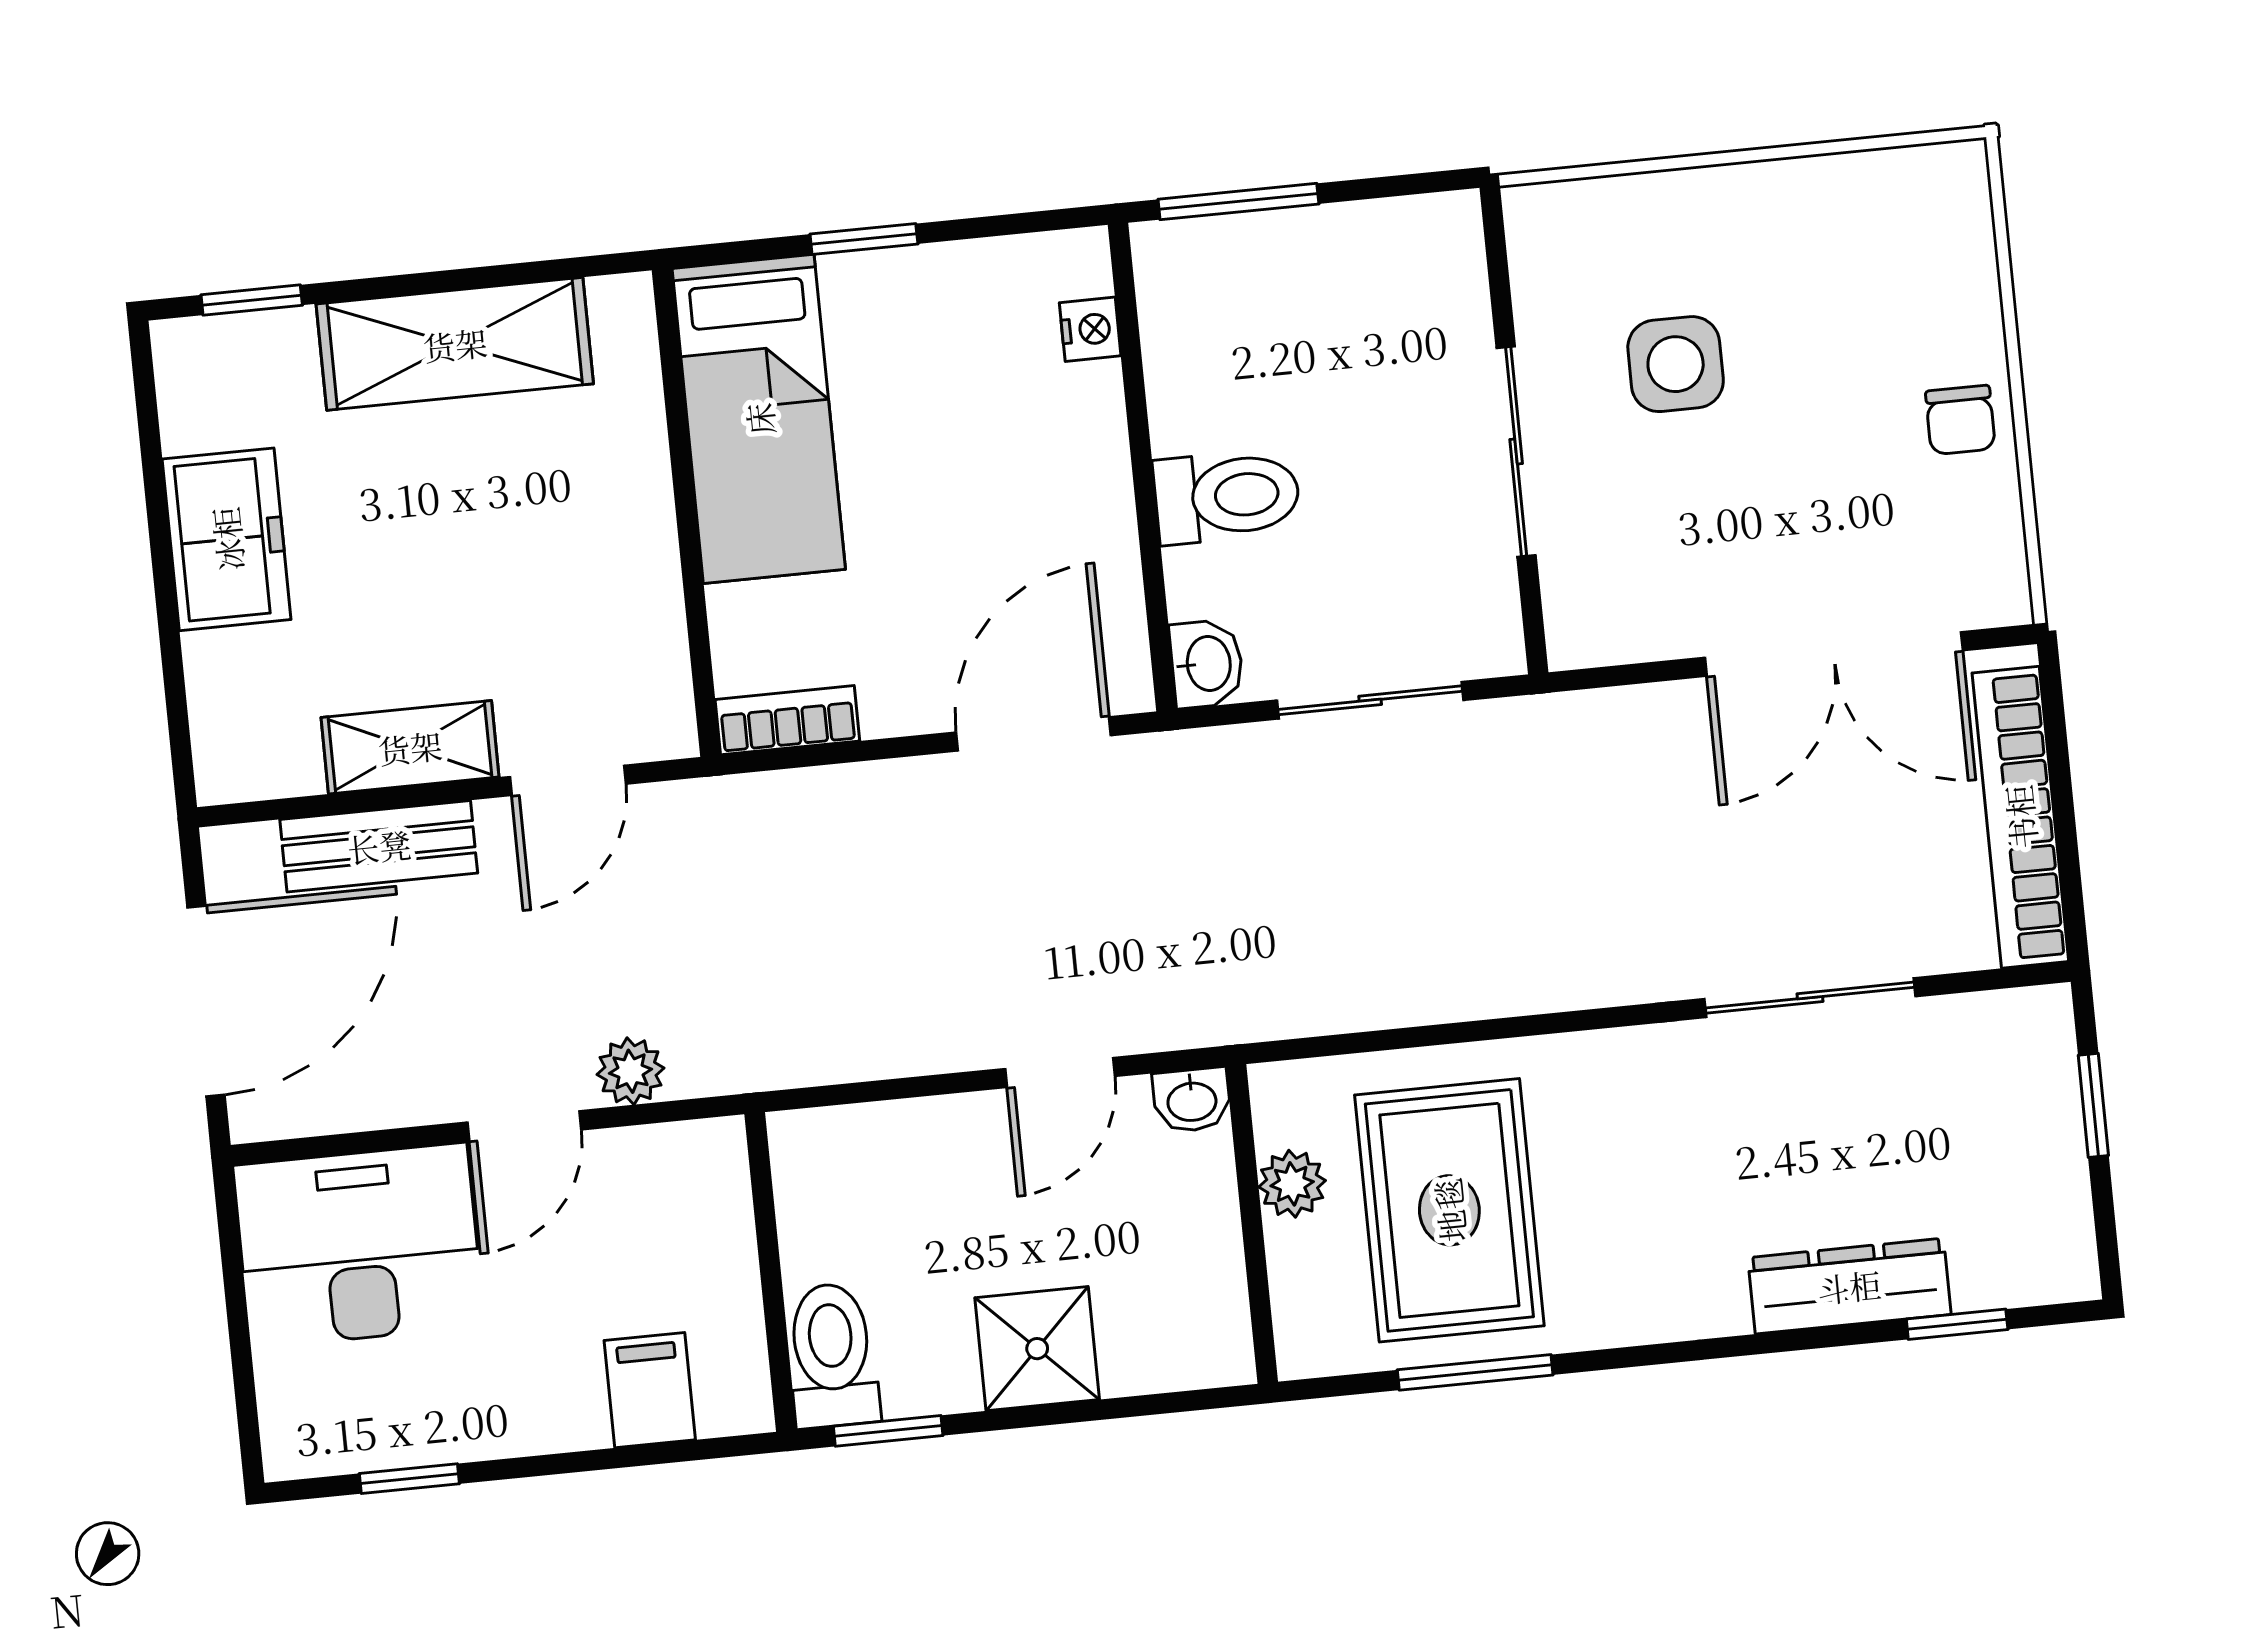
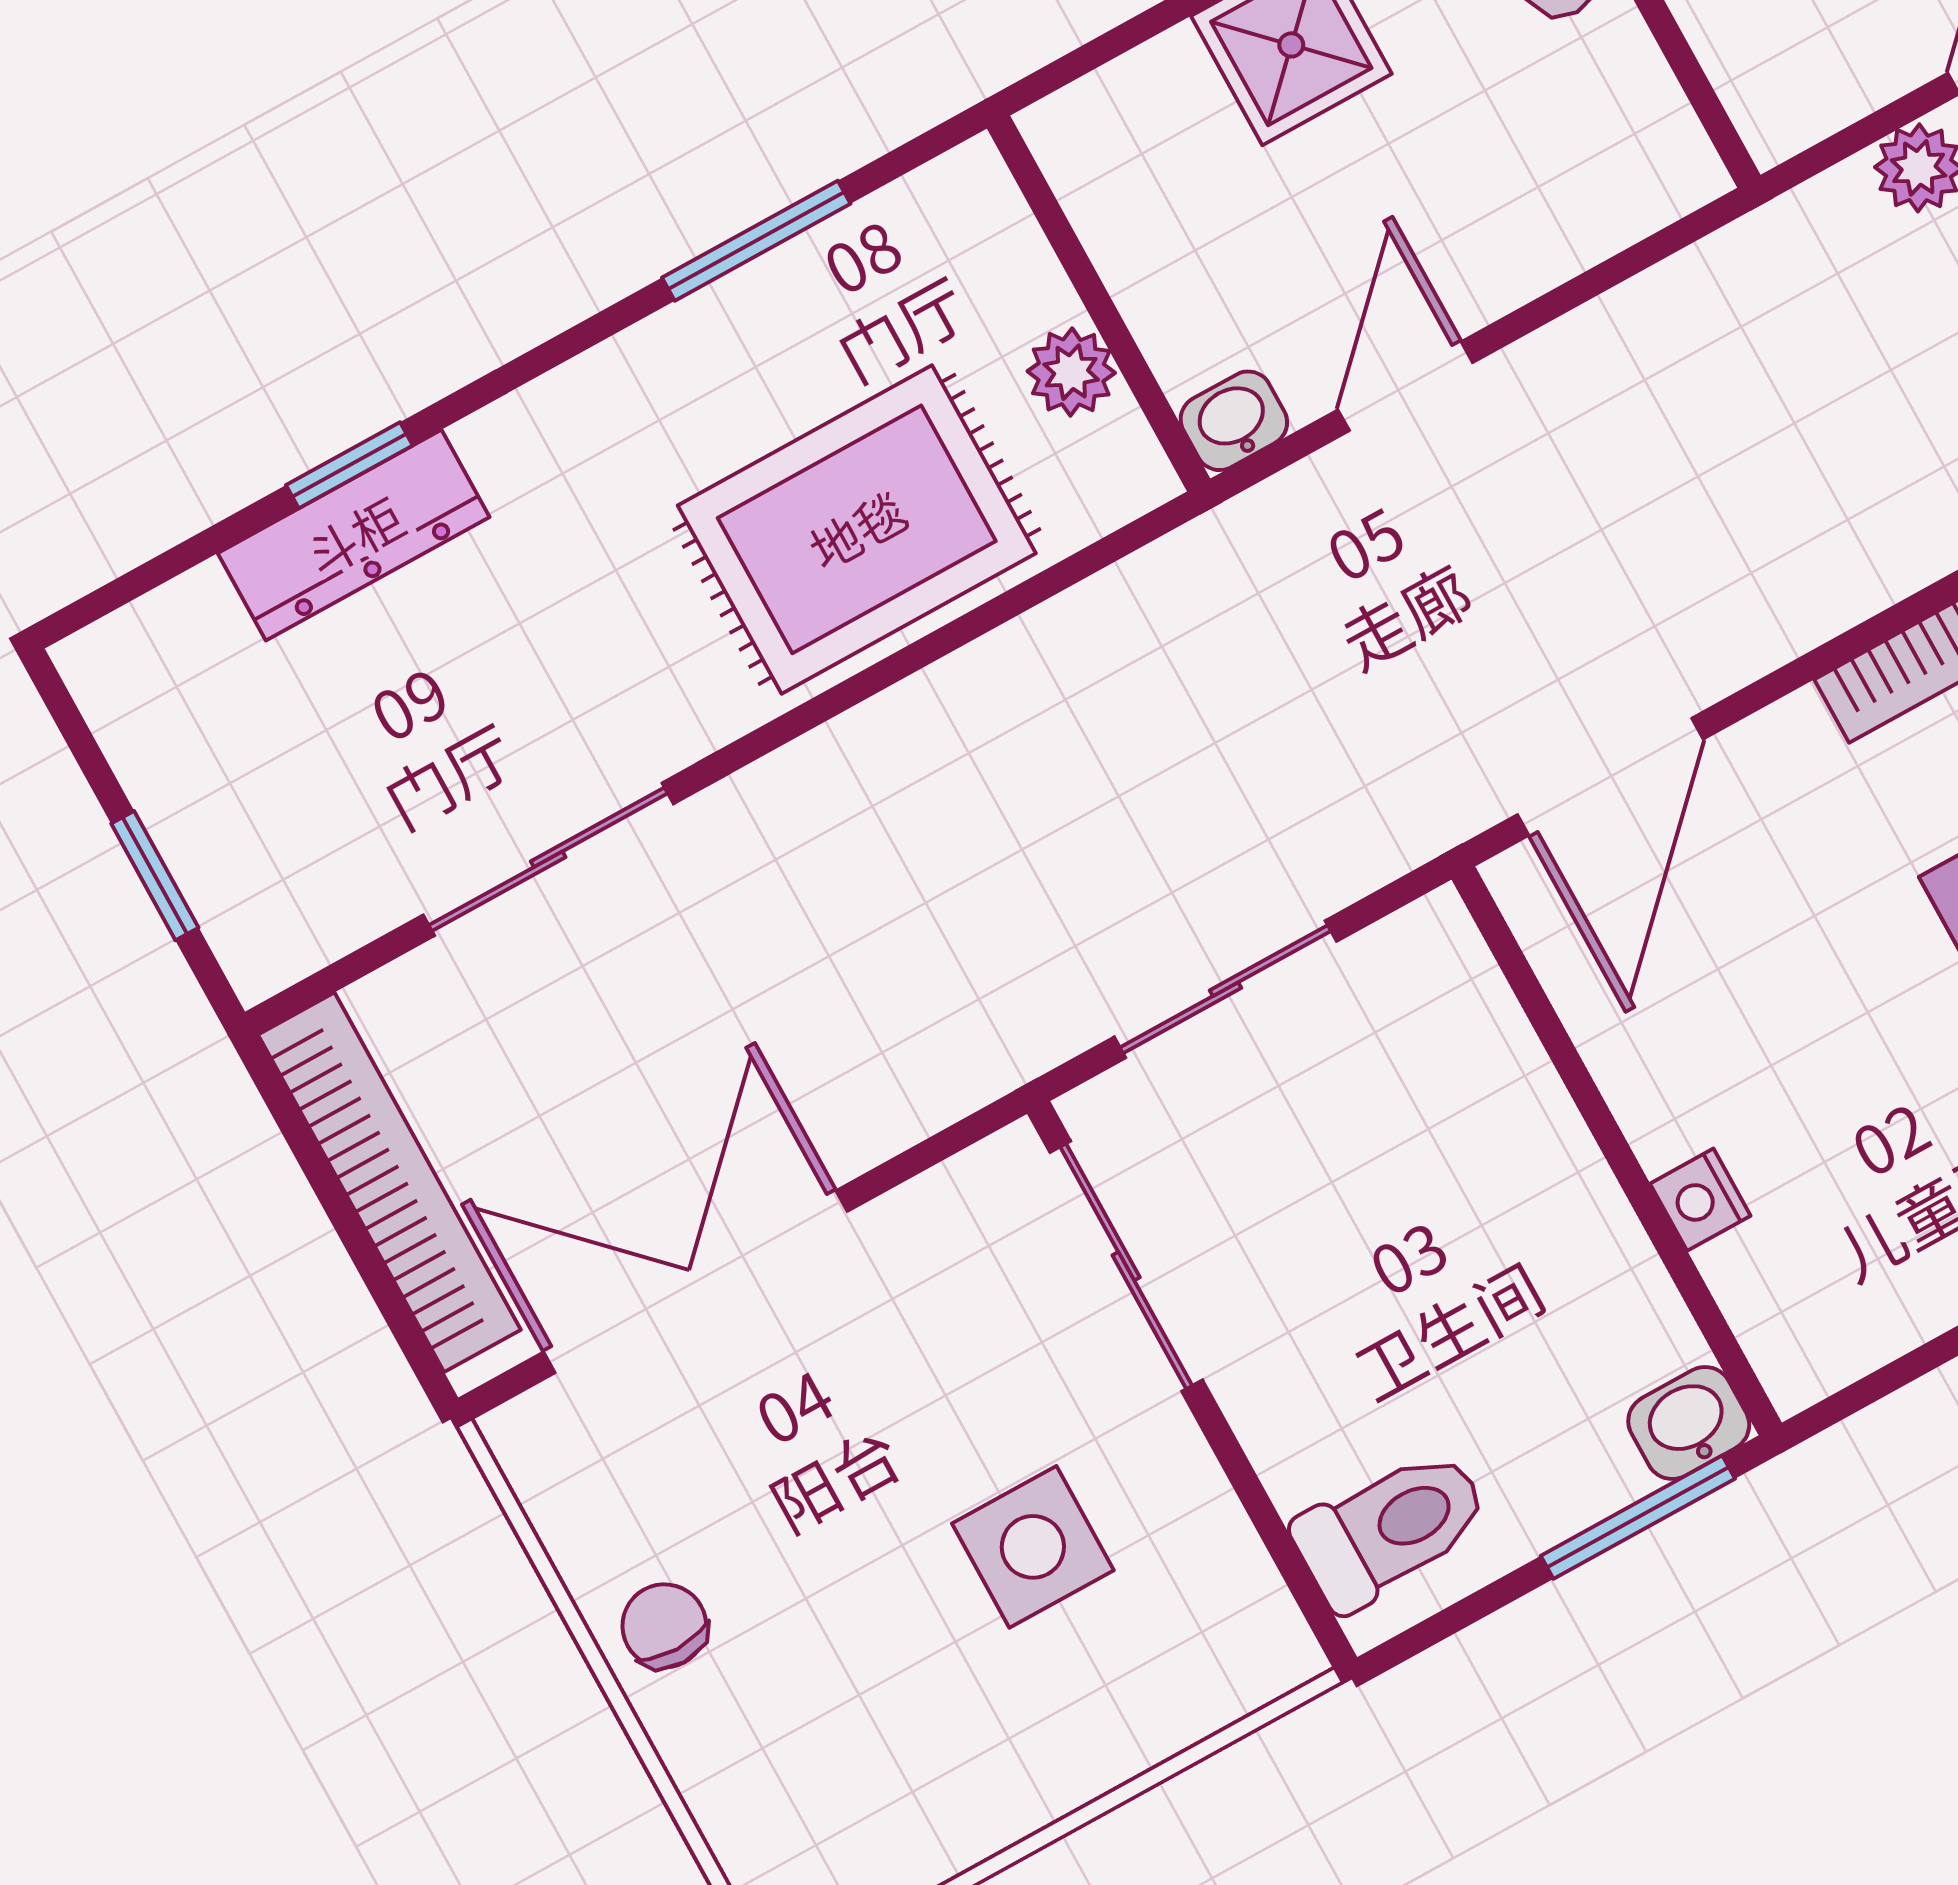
nightstand: (1090, 329) -> (1700, 1200), moved
sliding door: (1516, 451) -> (1126, 1266), moved
toilet: (1227, 496) -> (1391, 1528), moved, turned 180
washbasin: (1207, 664) -> (1689, 1423), moved, turned 90
rug: (1449, 1210) -> (857, 529), moved, turned 90
window: (1957, 1324) -> (349, 465), moved

